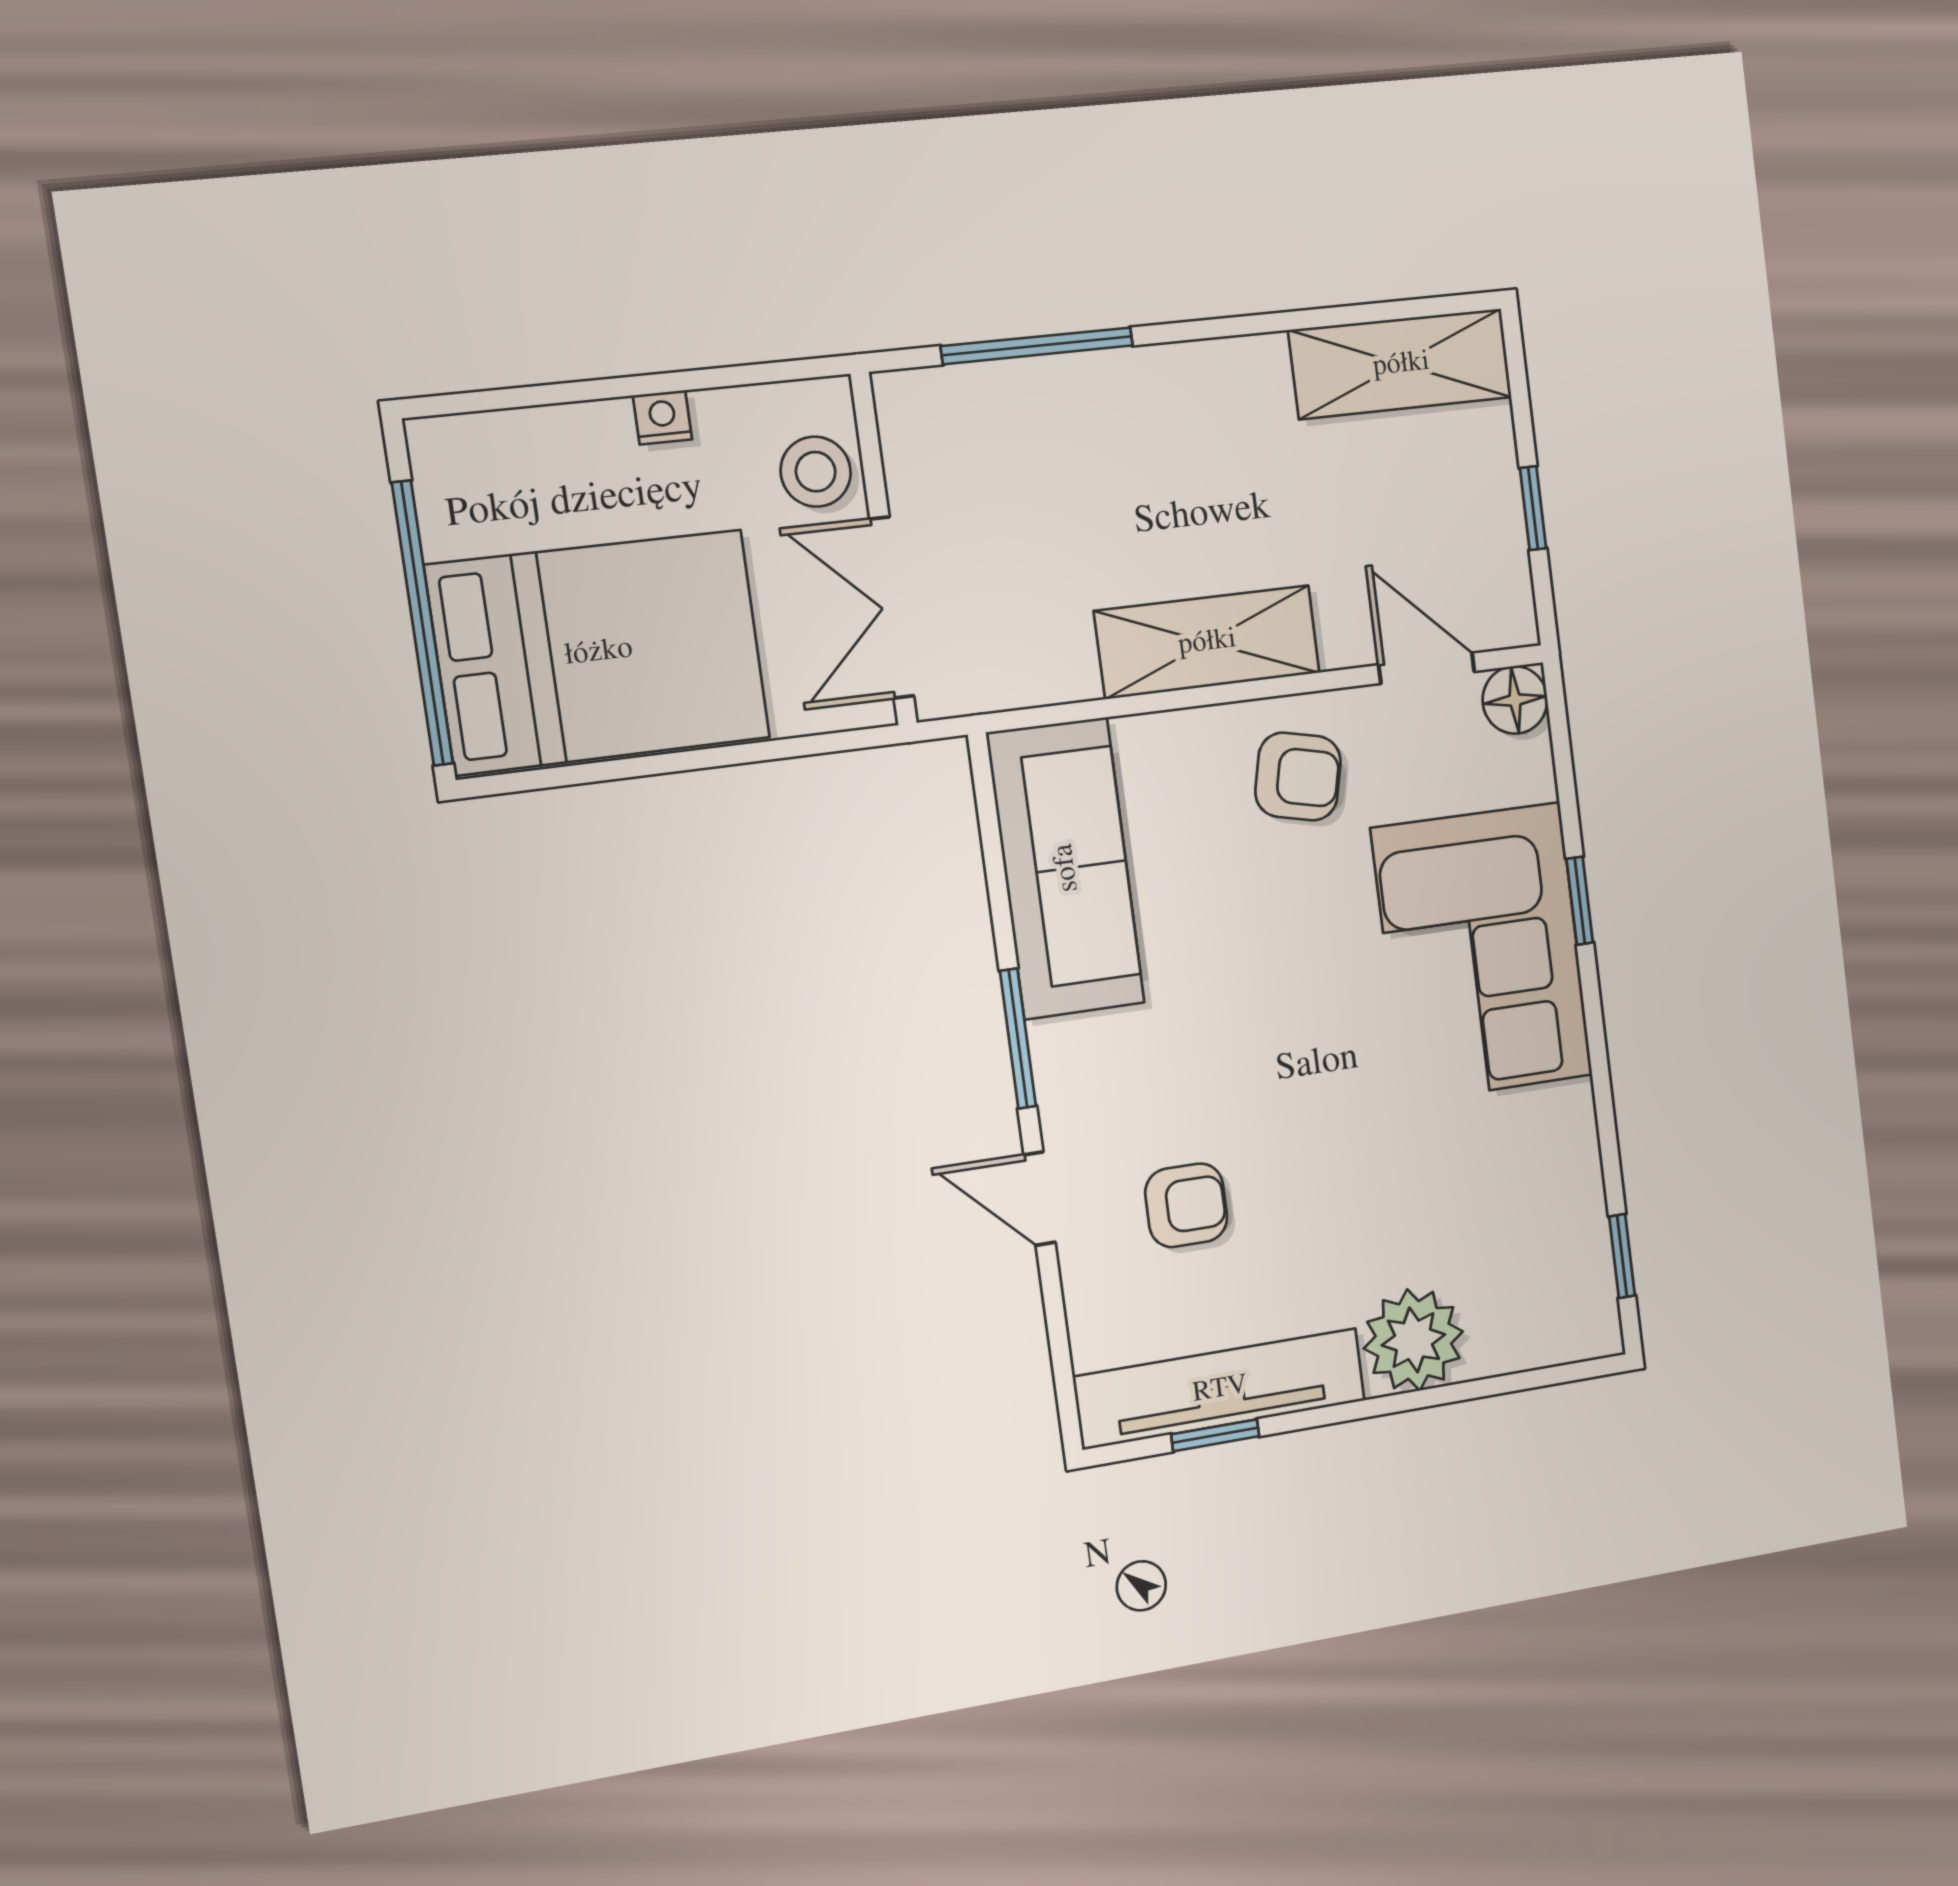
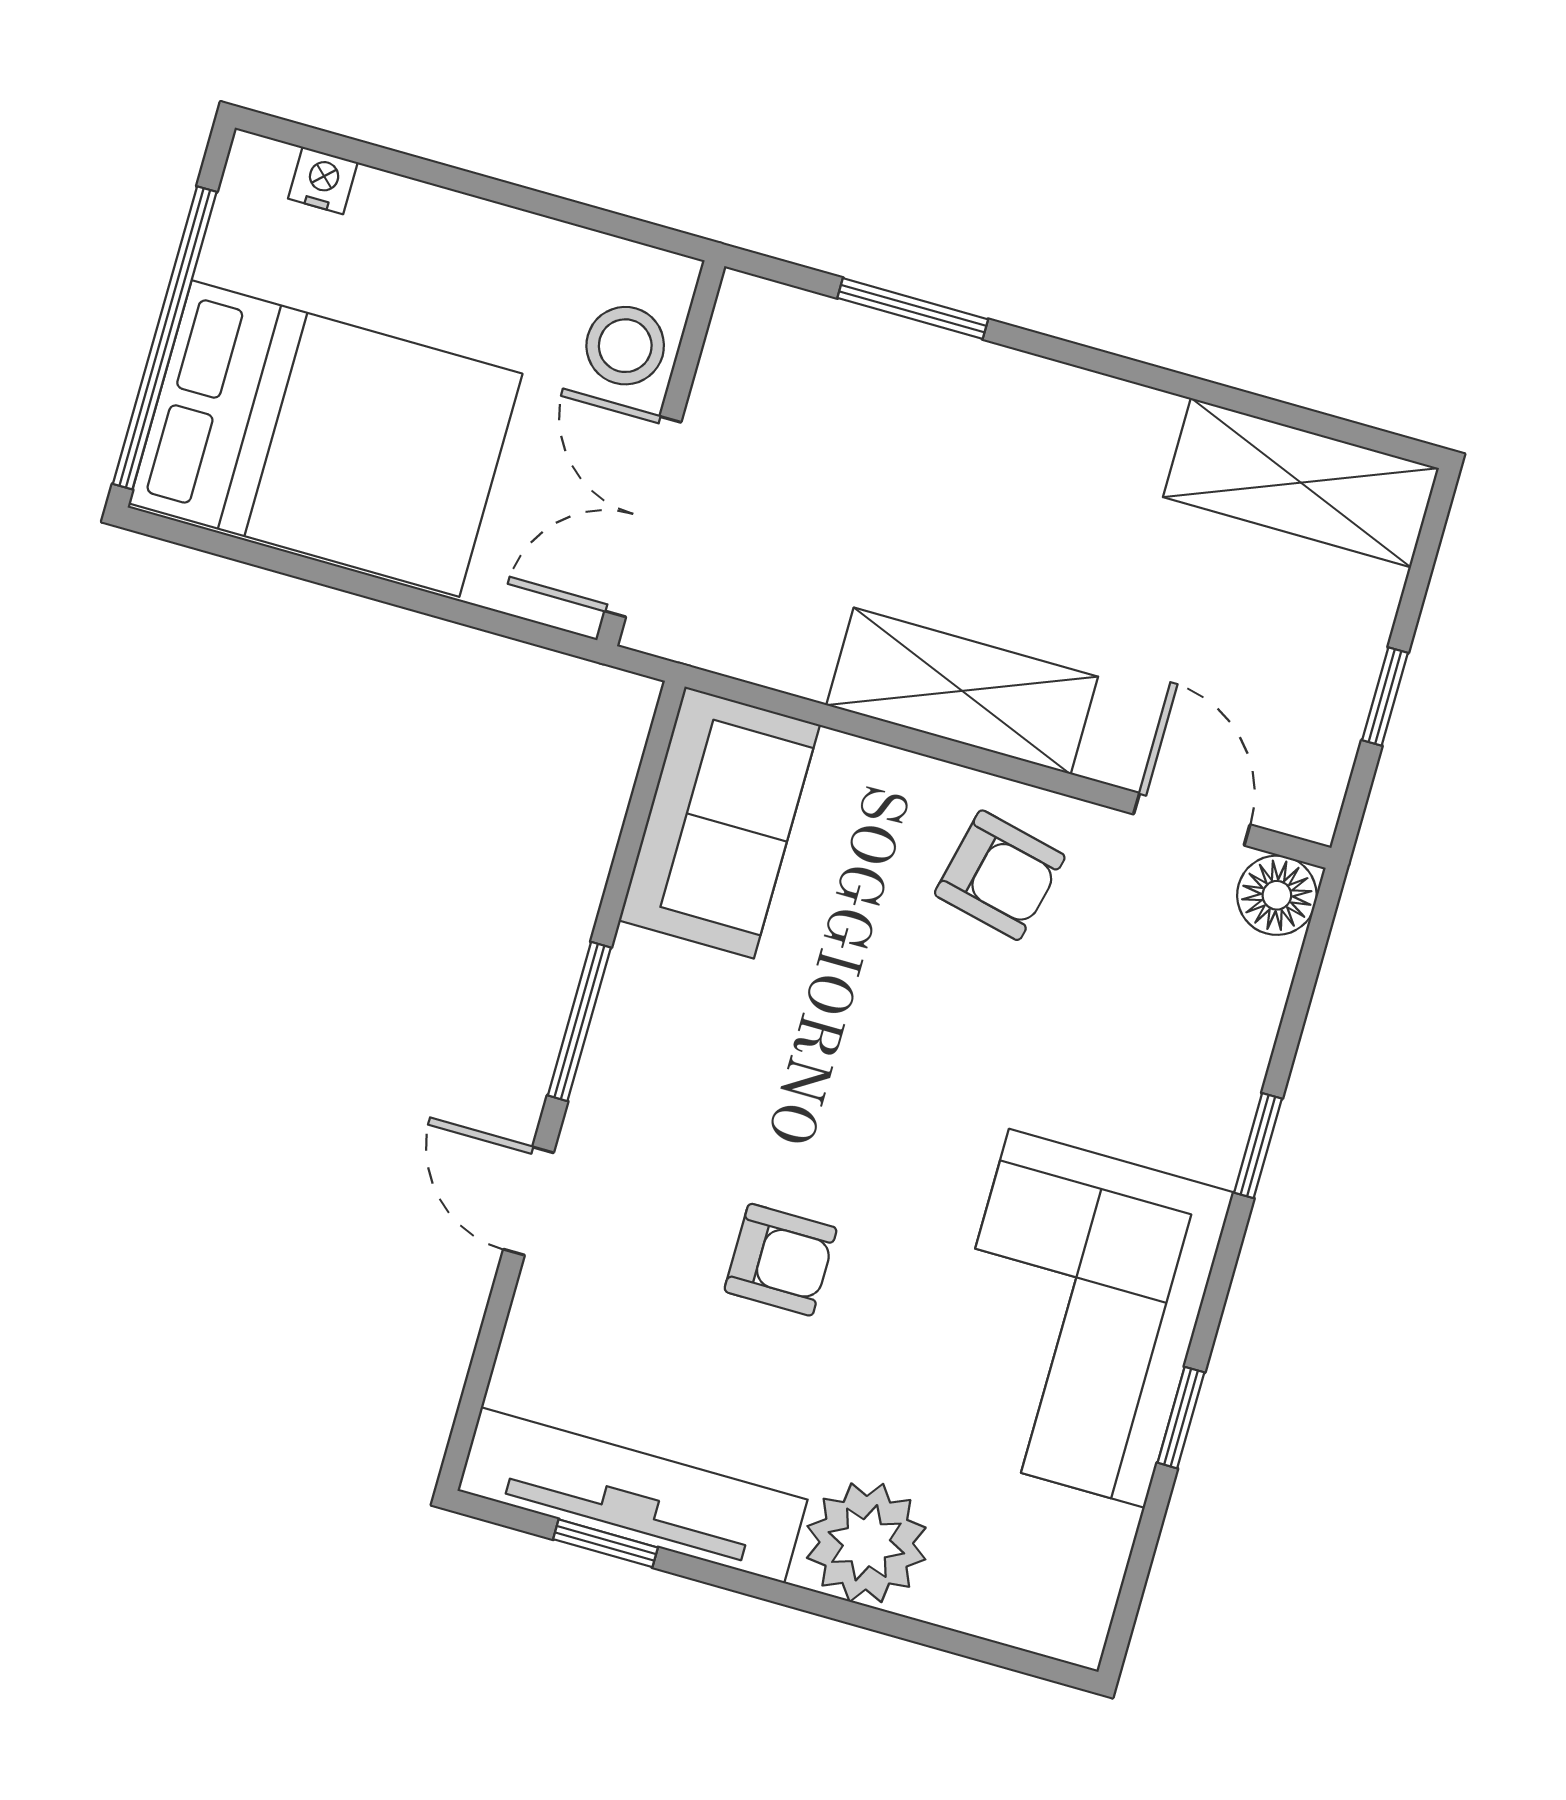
window: (1037, 346) -> (913, 309), width x0.69
nightstand: (663, 417) -> (323, 180), moved
sofa: (1066, 868) -> (719, 823), width x0.73
corner sofa: (1482, 952) -> (1077, 1318), moved
armchair: (1186, 1205) -> (781, 1260), moved
window: (1622, 1256) -> (1181, 1418), moved

